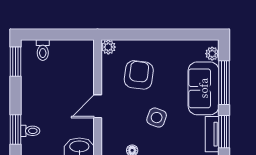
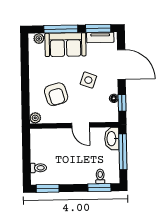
armchair: (139, 75) -> (56, 94), turned -113

